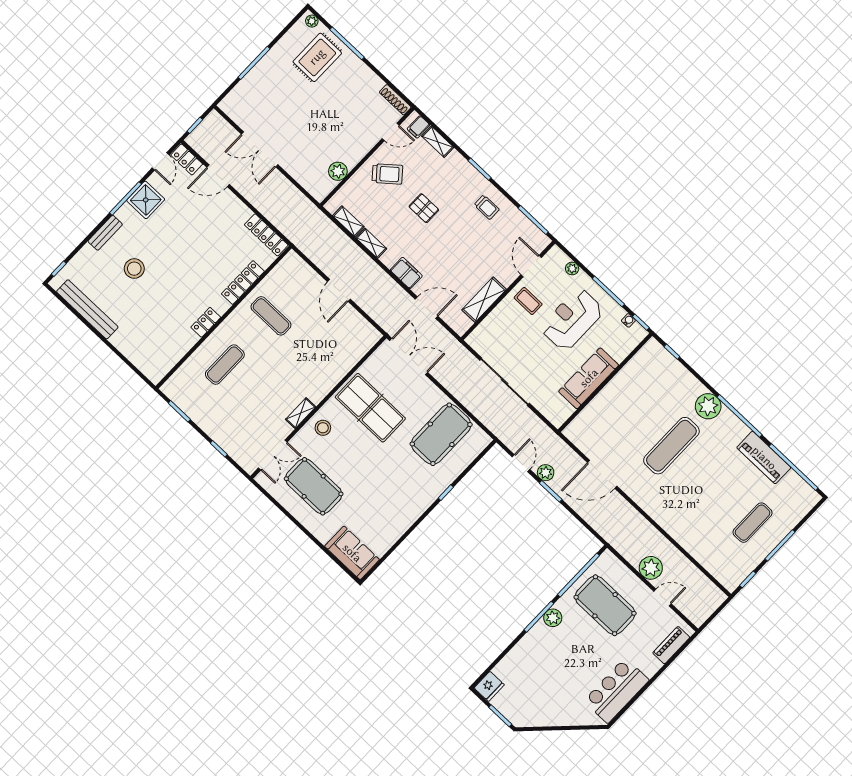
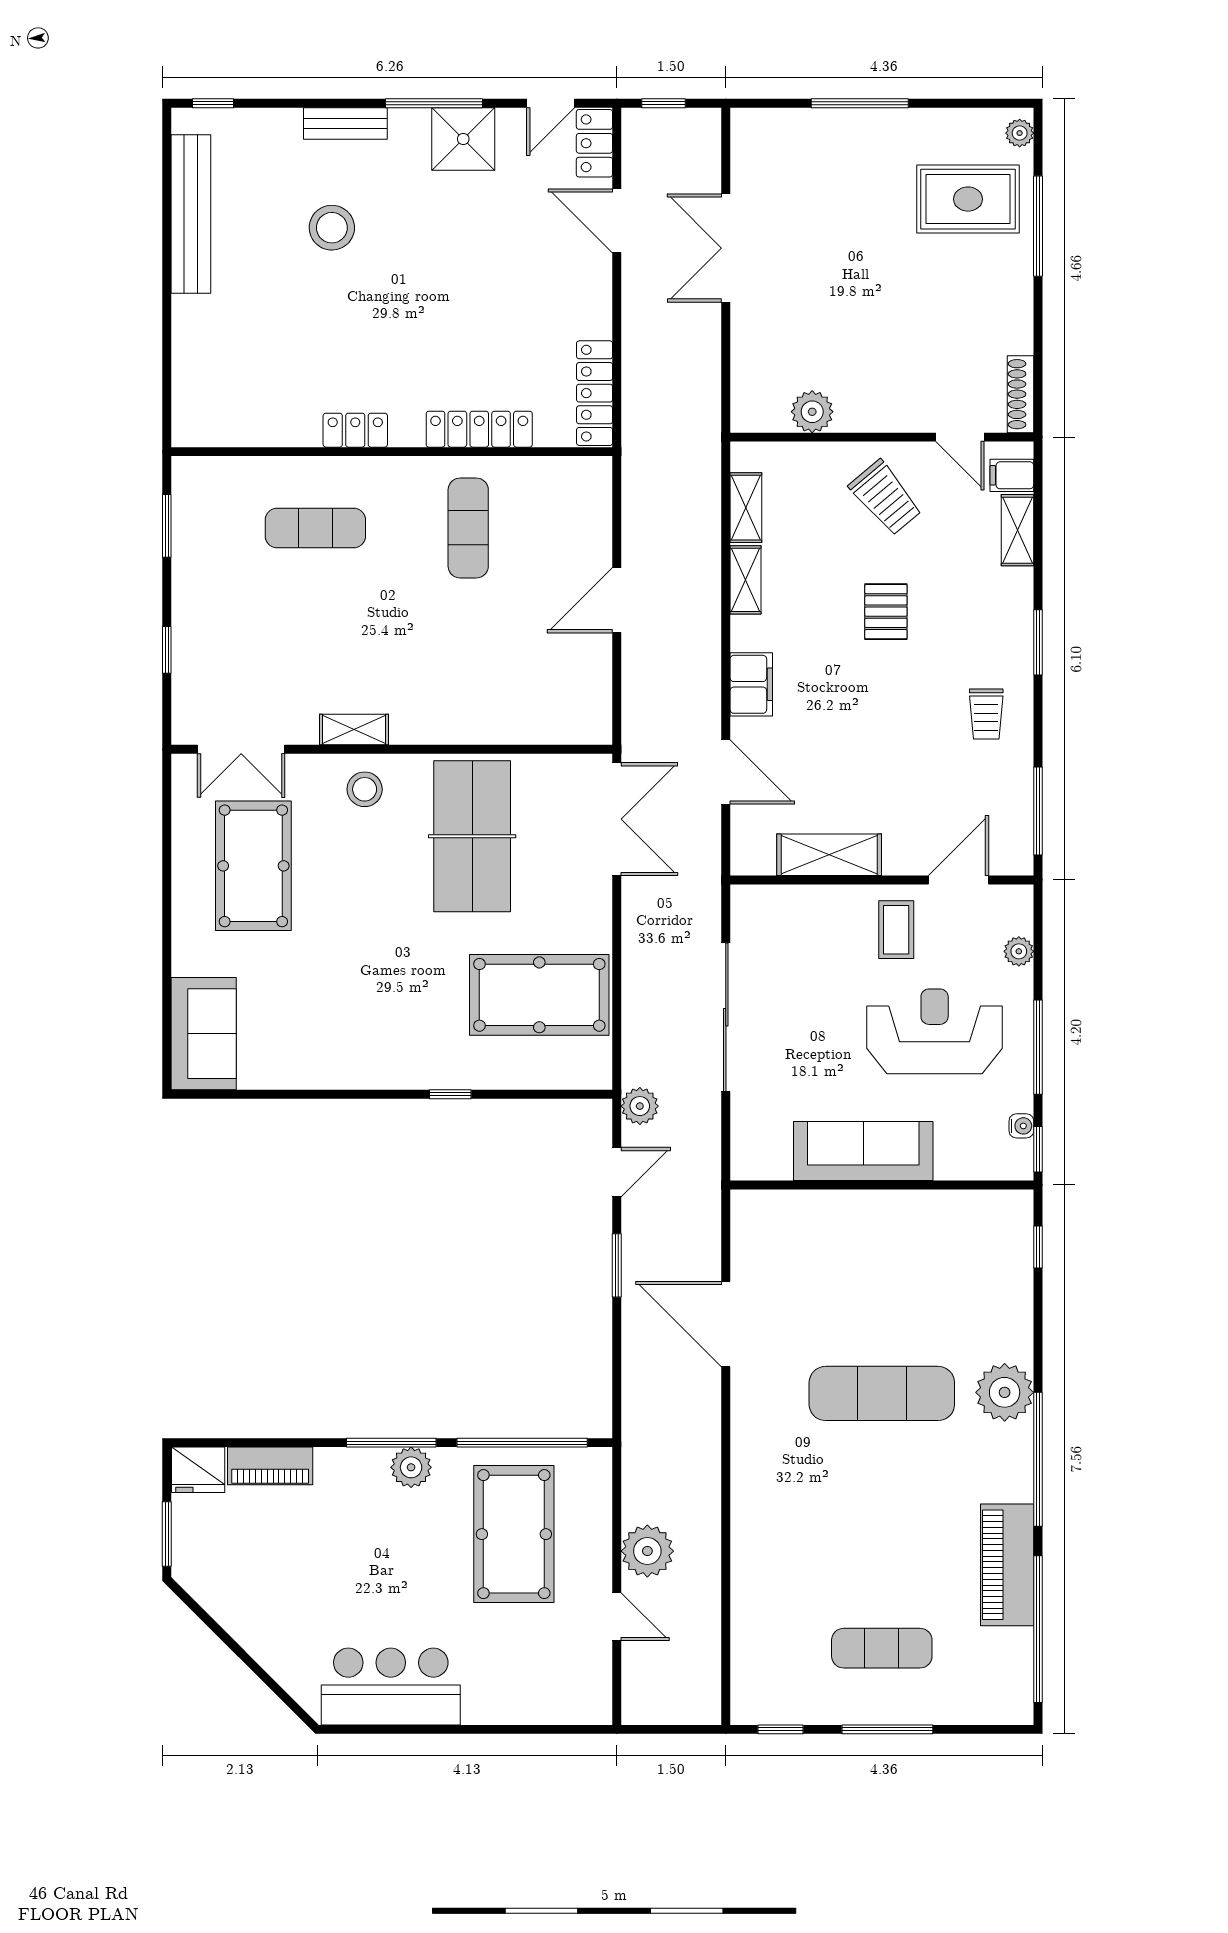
plant: (546, 473) -> (640, 1106), moved
piano: (671, 645) -> (270, 1466), moved, turned 180

